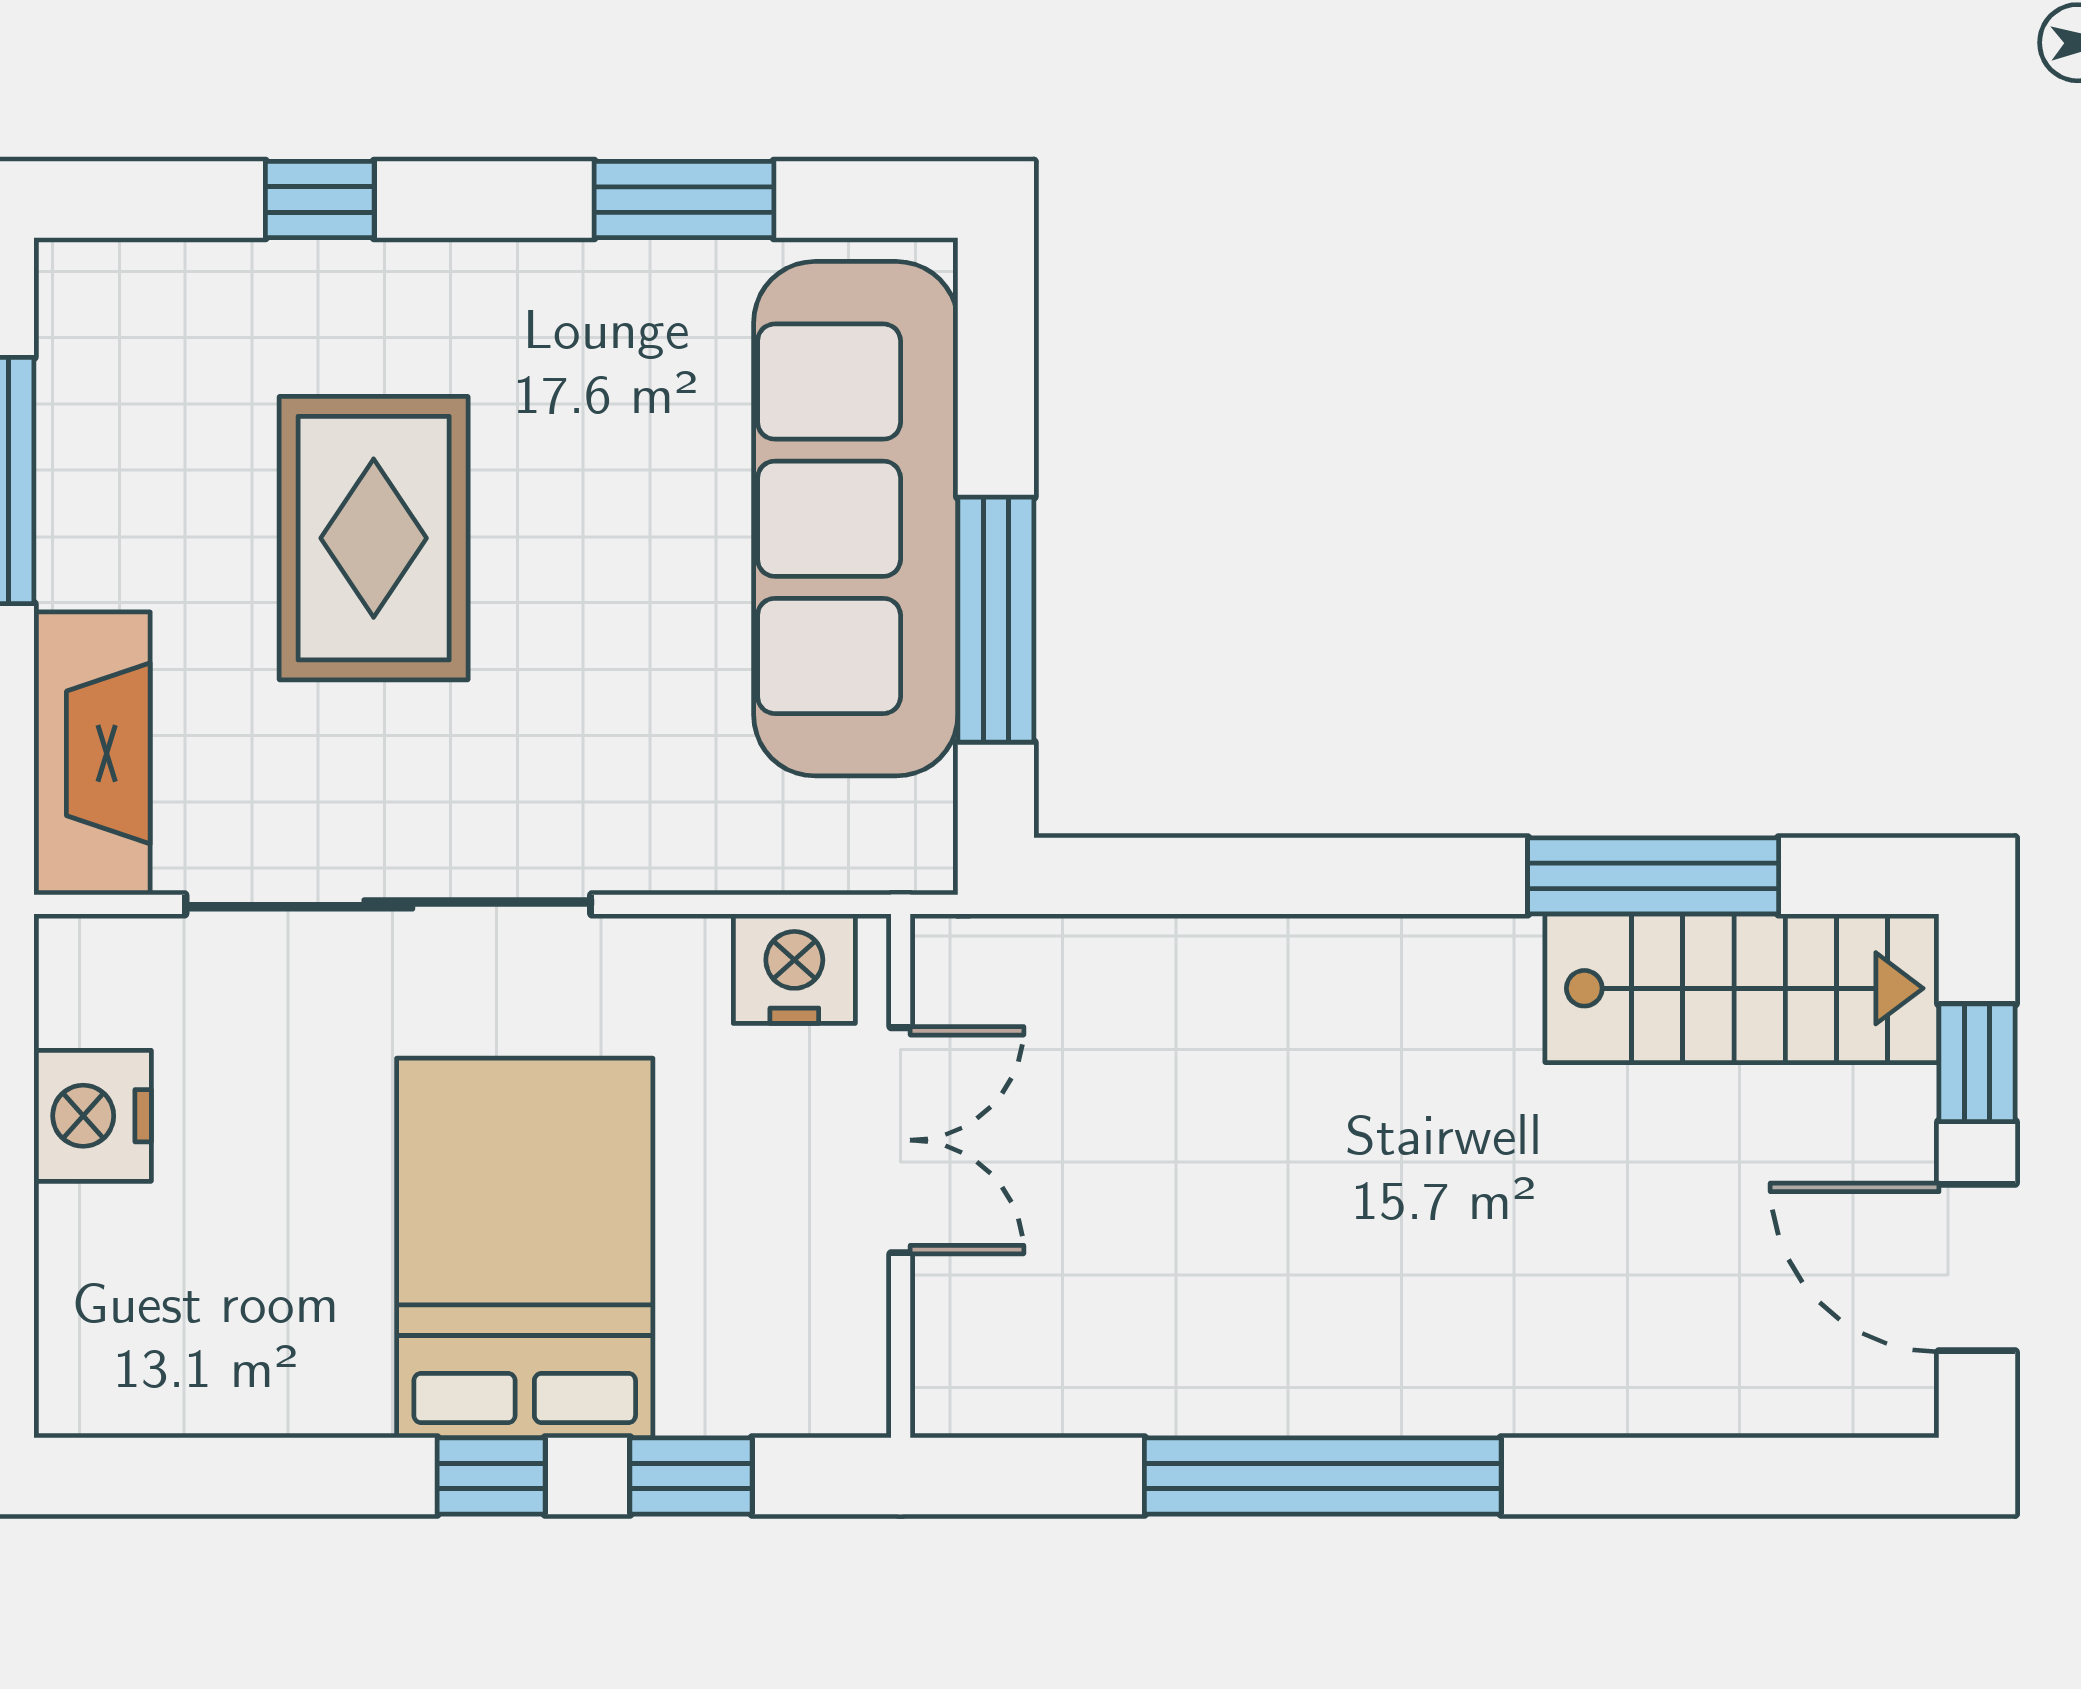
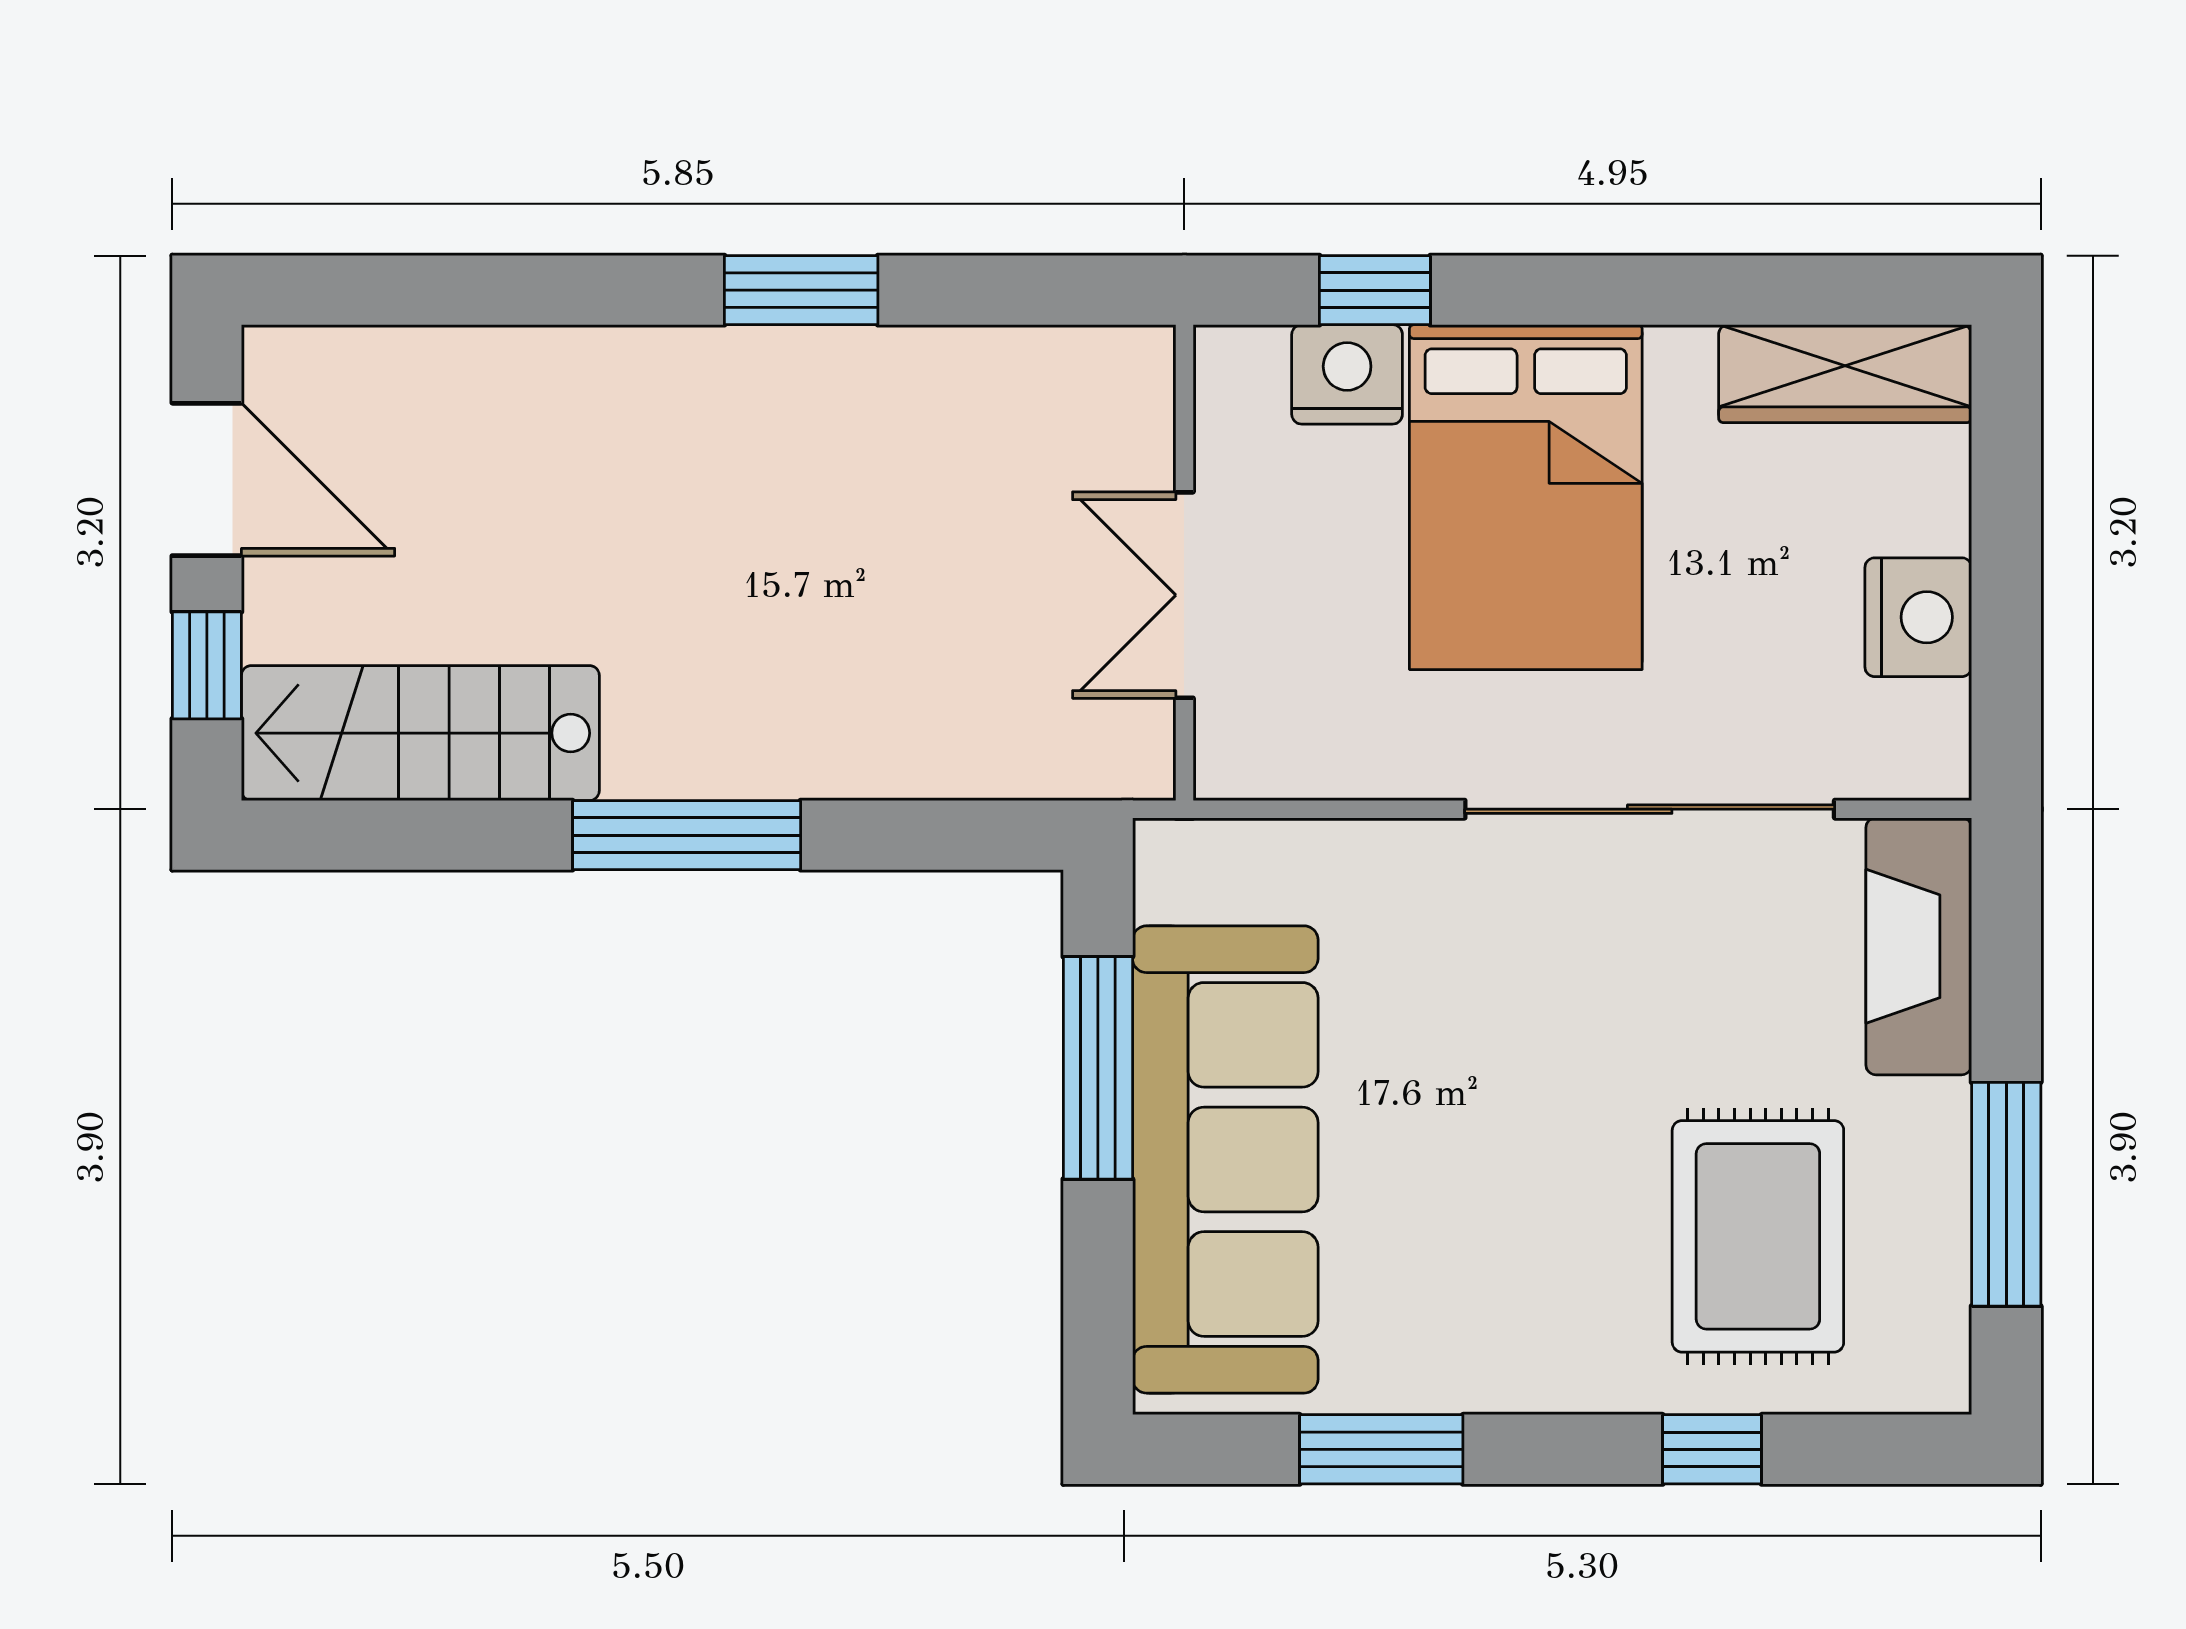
rug: (374, 538) -> (1758, 1236), moved
window: (1653, 876) -> (687, 835), moved
nightstand: (794, 969) -> (1347, 374), moved, turned 180
wardrobe: (173, 1384) -> (1845, 374), added
window: (491, 1476) -> (1556, 290), removed
window: (1323, 1476) -> (801, 290), width x0.47

